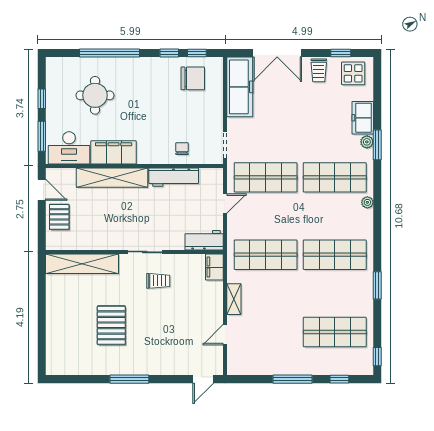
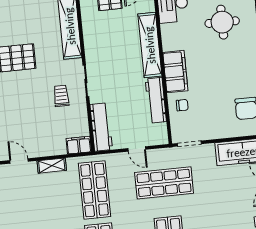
filing cabinet: (114, 152) -> (175, 72), moved
shop shelf: (266, 177) -> (164, 183), turned 90
workbench: (204, 240) -> (101, 127), width x1.38
trolley: (158, 281) -> (61, 96), turned 180

